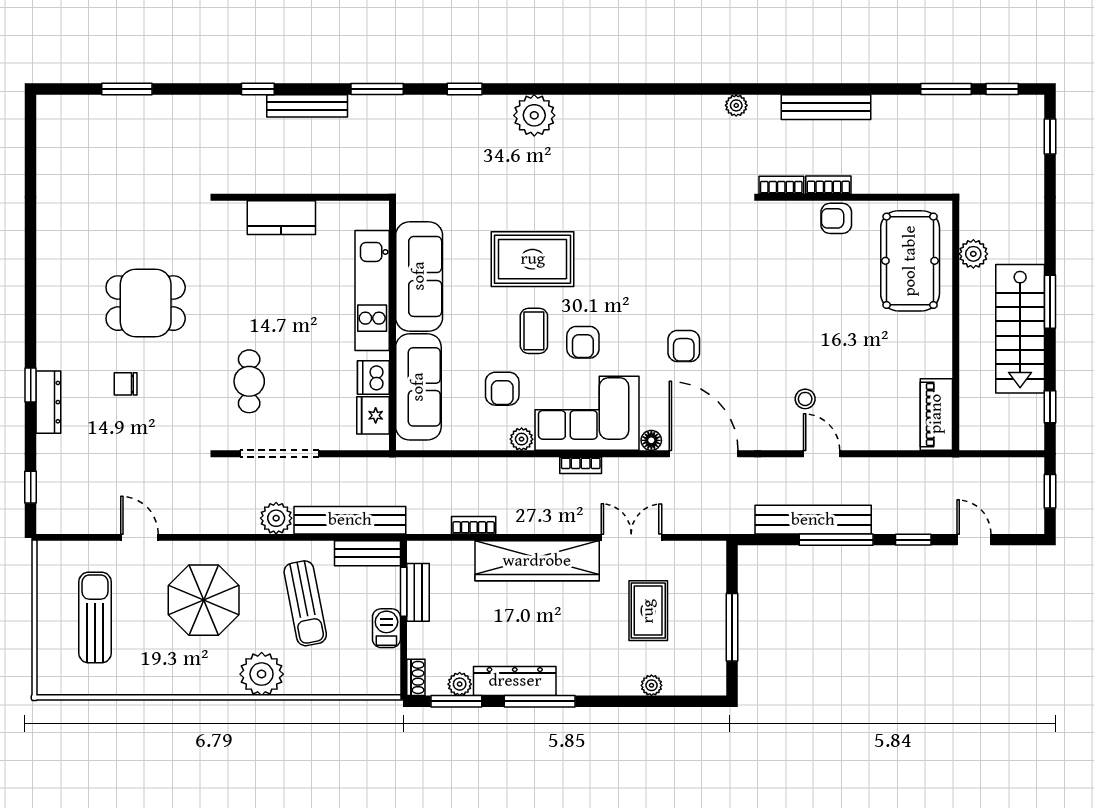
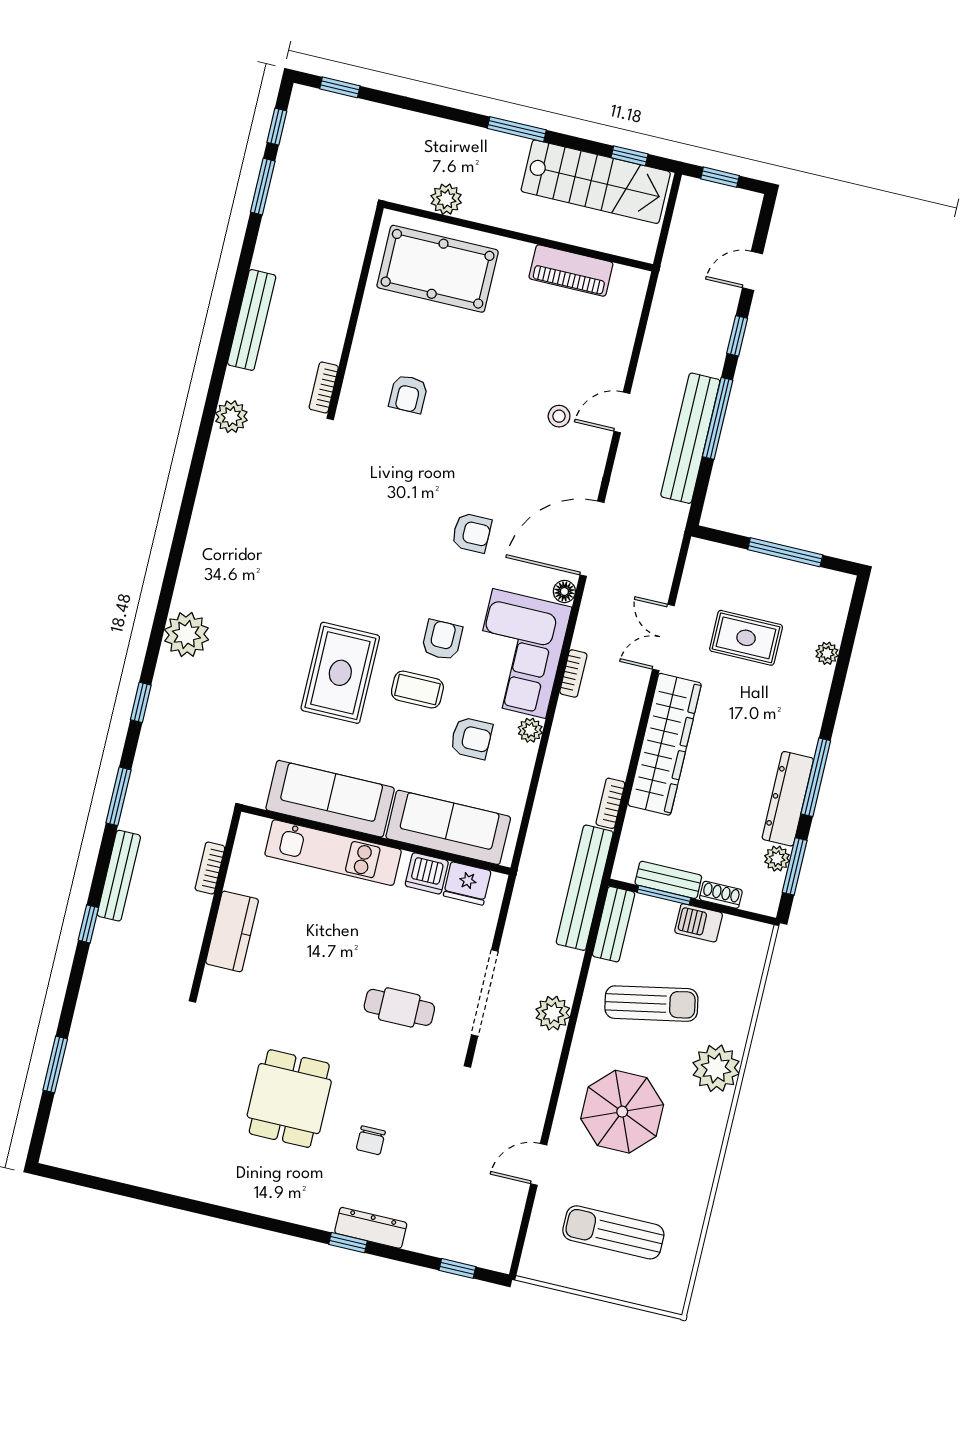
plant: (736, 105) -> (231, 417), width x1.38, depth x1.38
bookcase: (828, 185) -> (210, 868), moved
armchair: (836, 218) -> (408, 394), moved
stairs: (1020, 329) -> (596, 182), moved
armchair: (583, 342) -> (442, 640), turned -90
piano: (936, 414) -> (571, 271), moved
bench: (350, 520) -> (585, 888), moved
shoe rack: (416, 677) -> (721, 895), moved

